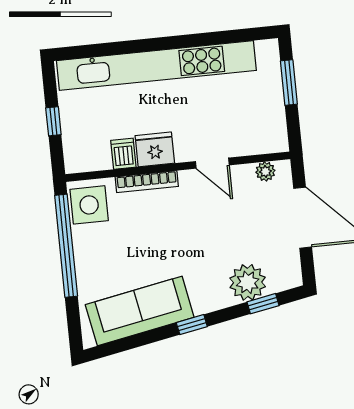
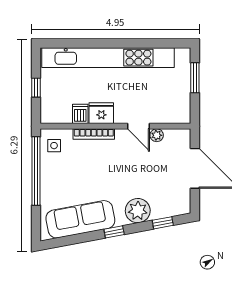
plant: (265, 171) -> (157, 135), moved
side table: (89, 205) -> (54, 146), width x0.54, depth x0.54
plant: (248, 282) -> (138, 211), moved

